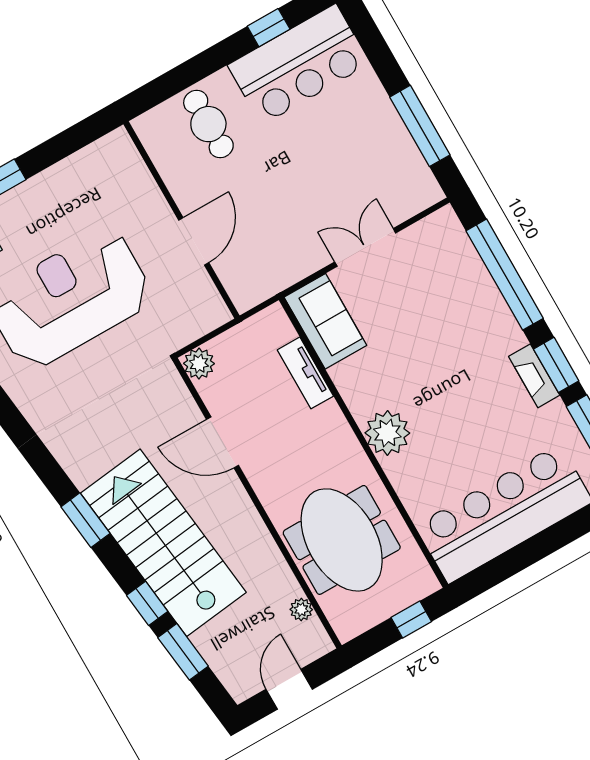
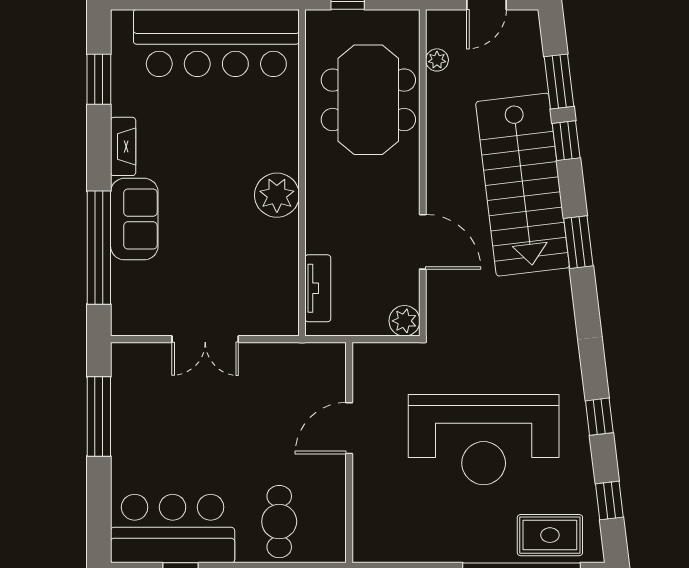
sofa: (325, 321) -> (134, 219), moved, turned 180
window: (556, 365) -> (99, 145), removed
tv unit: (305, 373) -> (318, 288), moved
plant: (387, 433) -> (277, 195), moved

